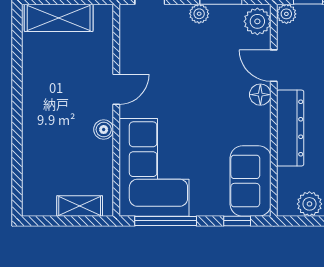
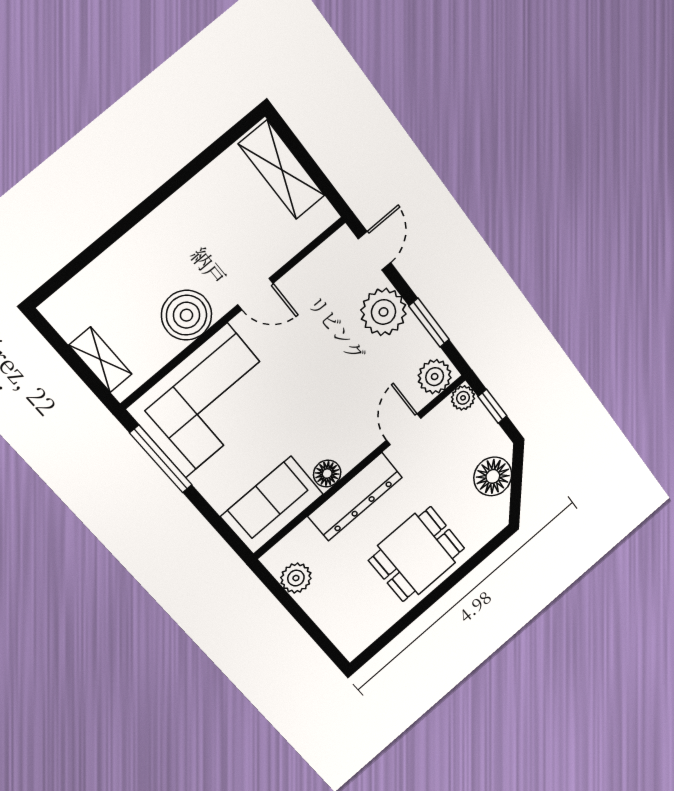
plant: (199, 14) -> (384, 312), width x1.88, depth x1.88
floor lamp: (260, 95) -> (327, 474), moved
boiler: (104, 130) -> (187, 315), width x1.86, depth x1.86
window: (237, 221) -> (221, 527), removed

